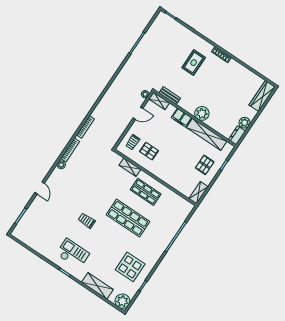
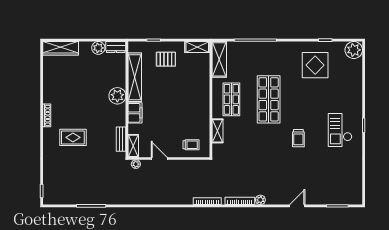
pallet: (149, 151) -> (189, 123), removed
shelving: (97, 286) -> (219, 59), moved

